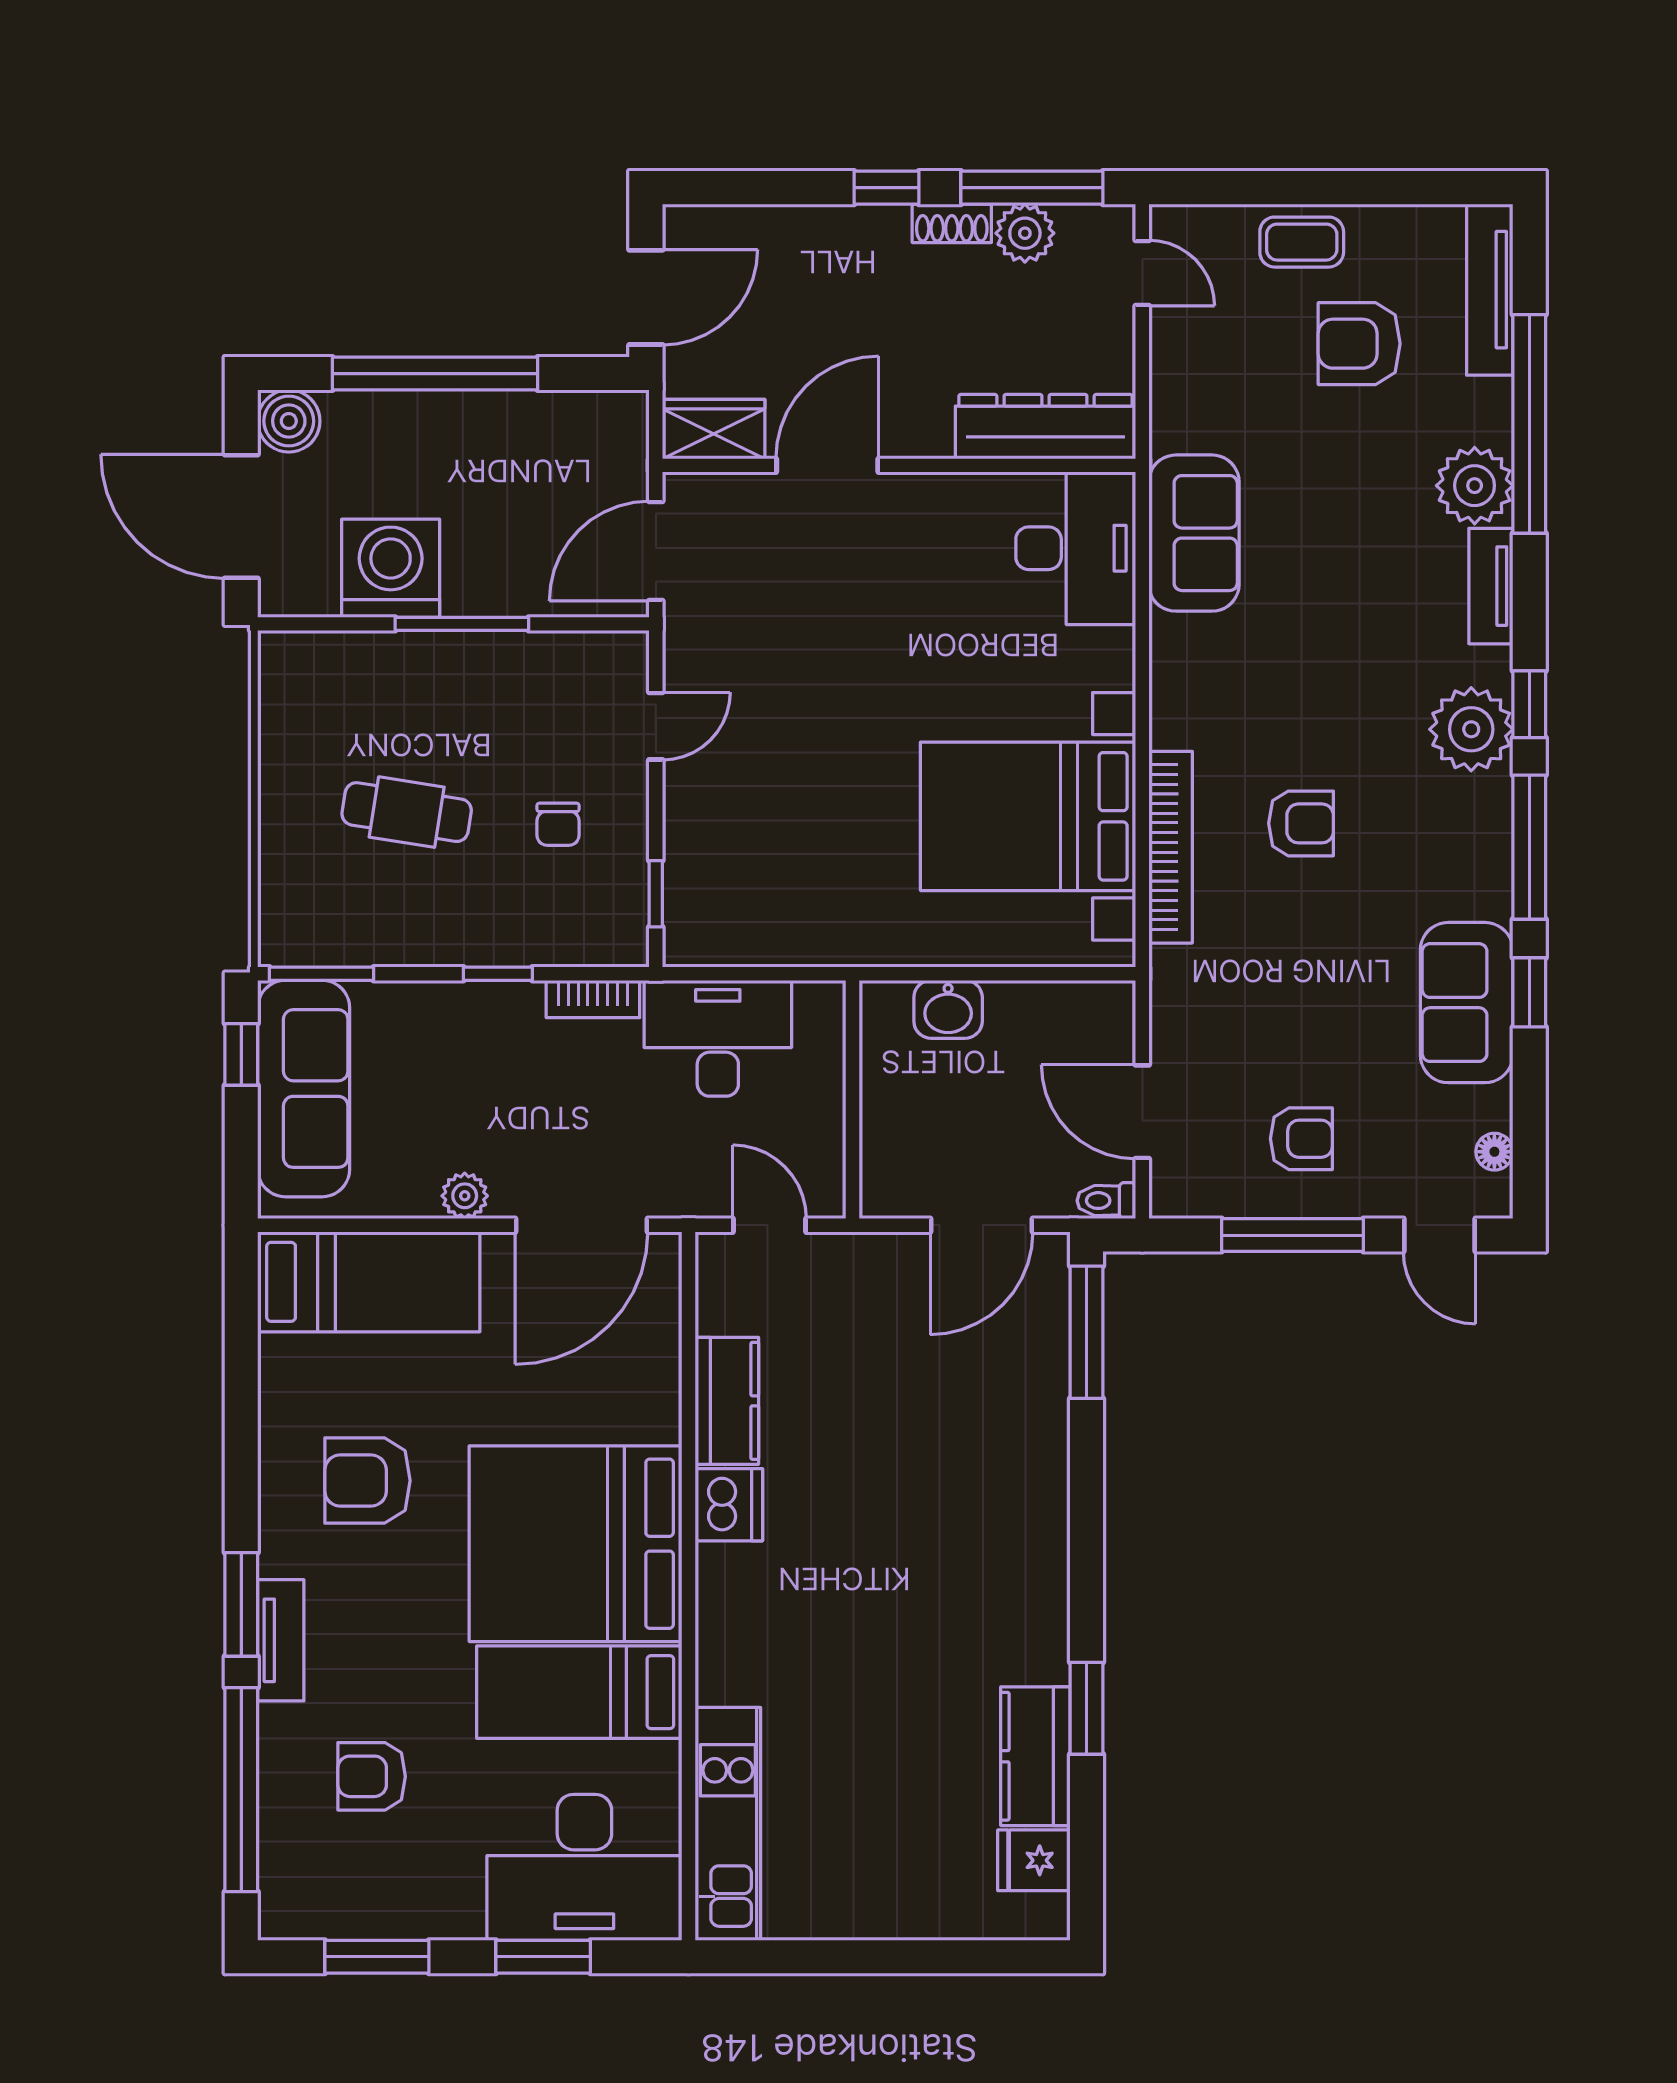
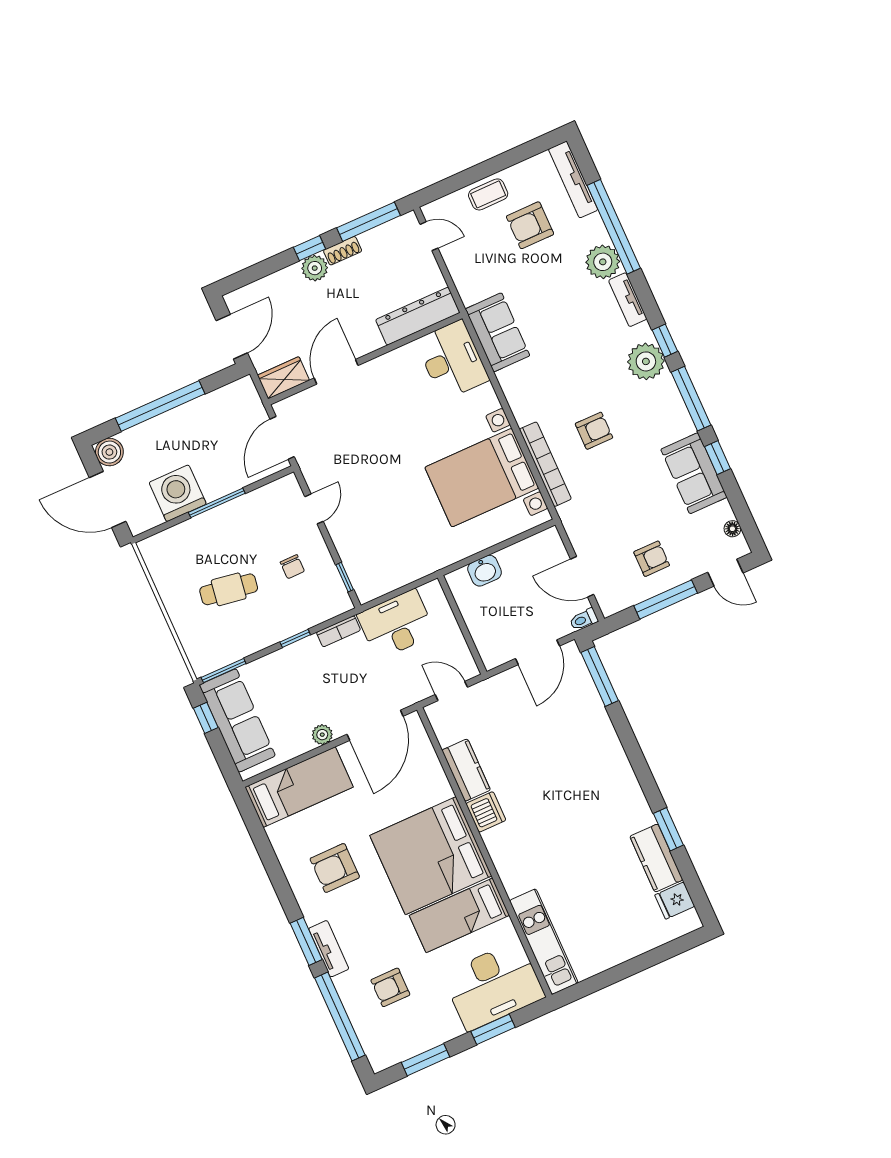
plant: (1025, 233) -> (315, 268), moved

